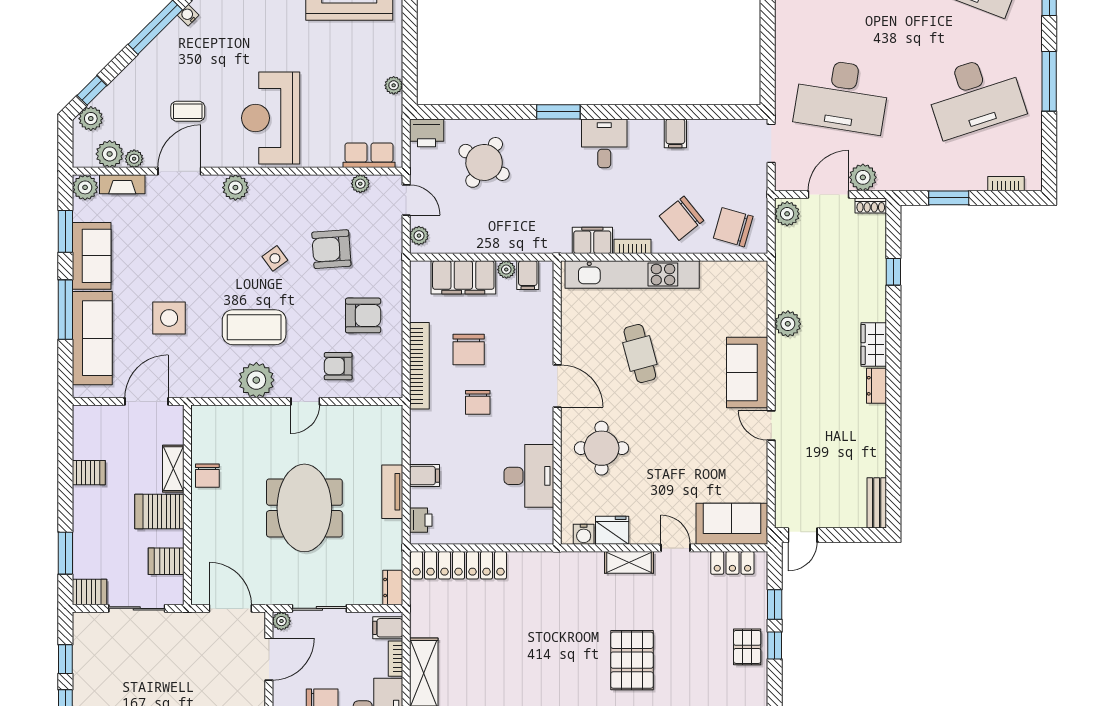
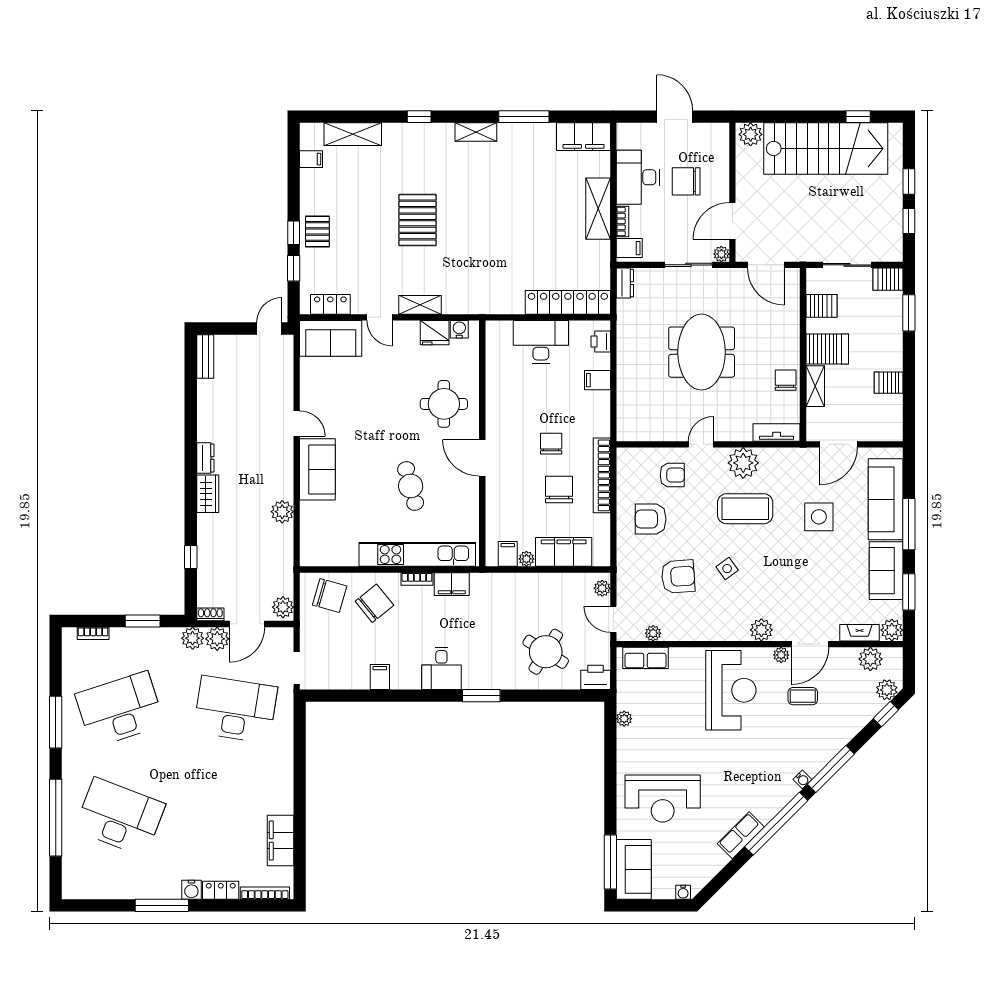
plant: (134, 159) -> (781, 655), moved
plant: (891, 178) -> (193, 638), added
desk: (529, 476) -> (541, 342), moved, turned 90
tv unit: (392, 492) -> (777, 432), moved, turned -90

